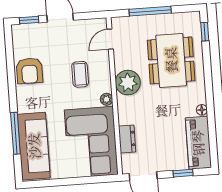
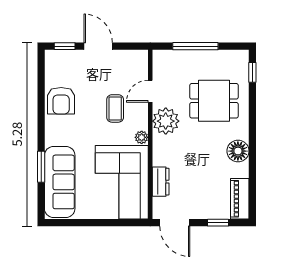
door: (110, 39) -> (150, 91), moved
dining table: (171, 60) -> (214, 101), width x0.73
floor lamp: (202, 110) -> (238, 151), width x1.89, depth x1.89
window: (15, 133) -> (41, 167), width x0.69
piano: (198, 143) -> (240, 199), width x0.73, depth x0.75

